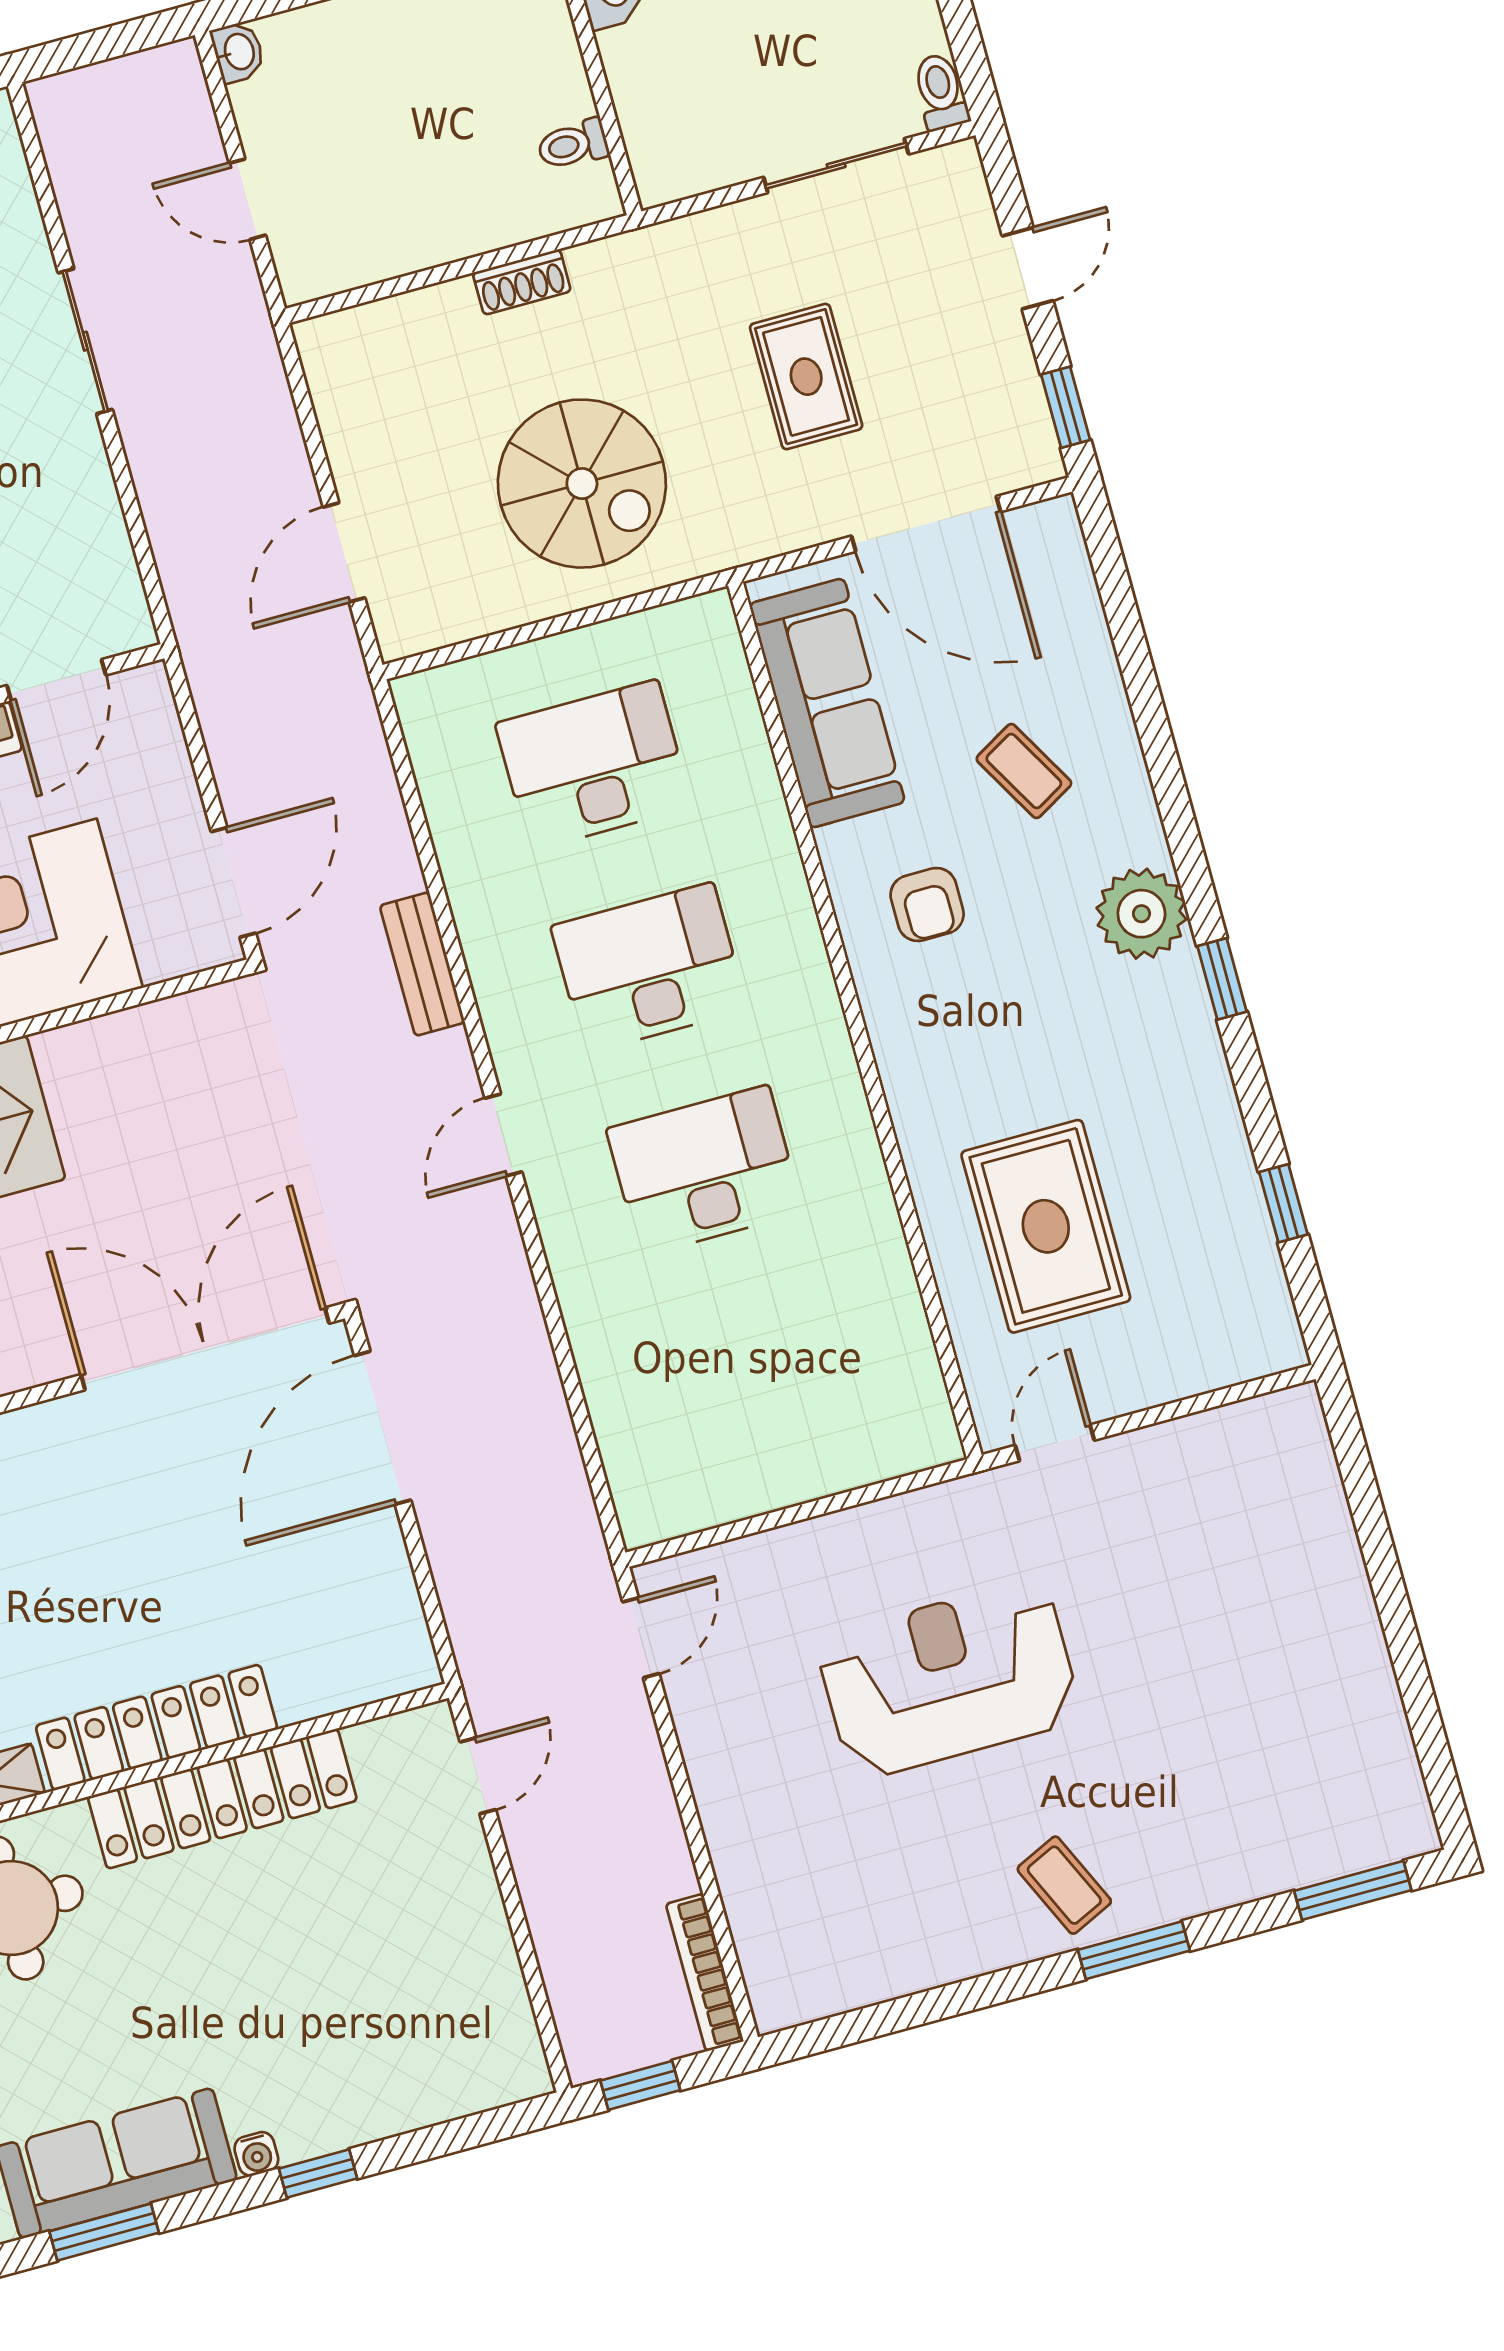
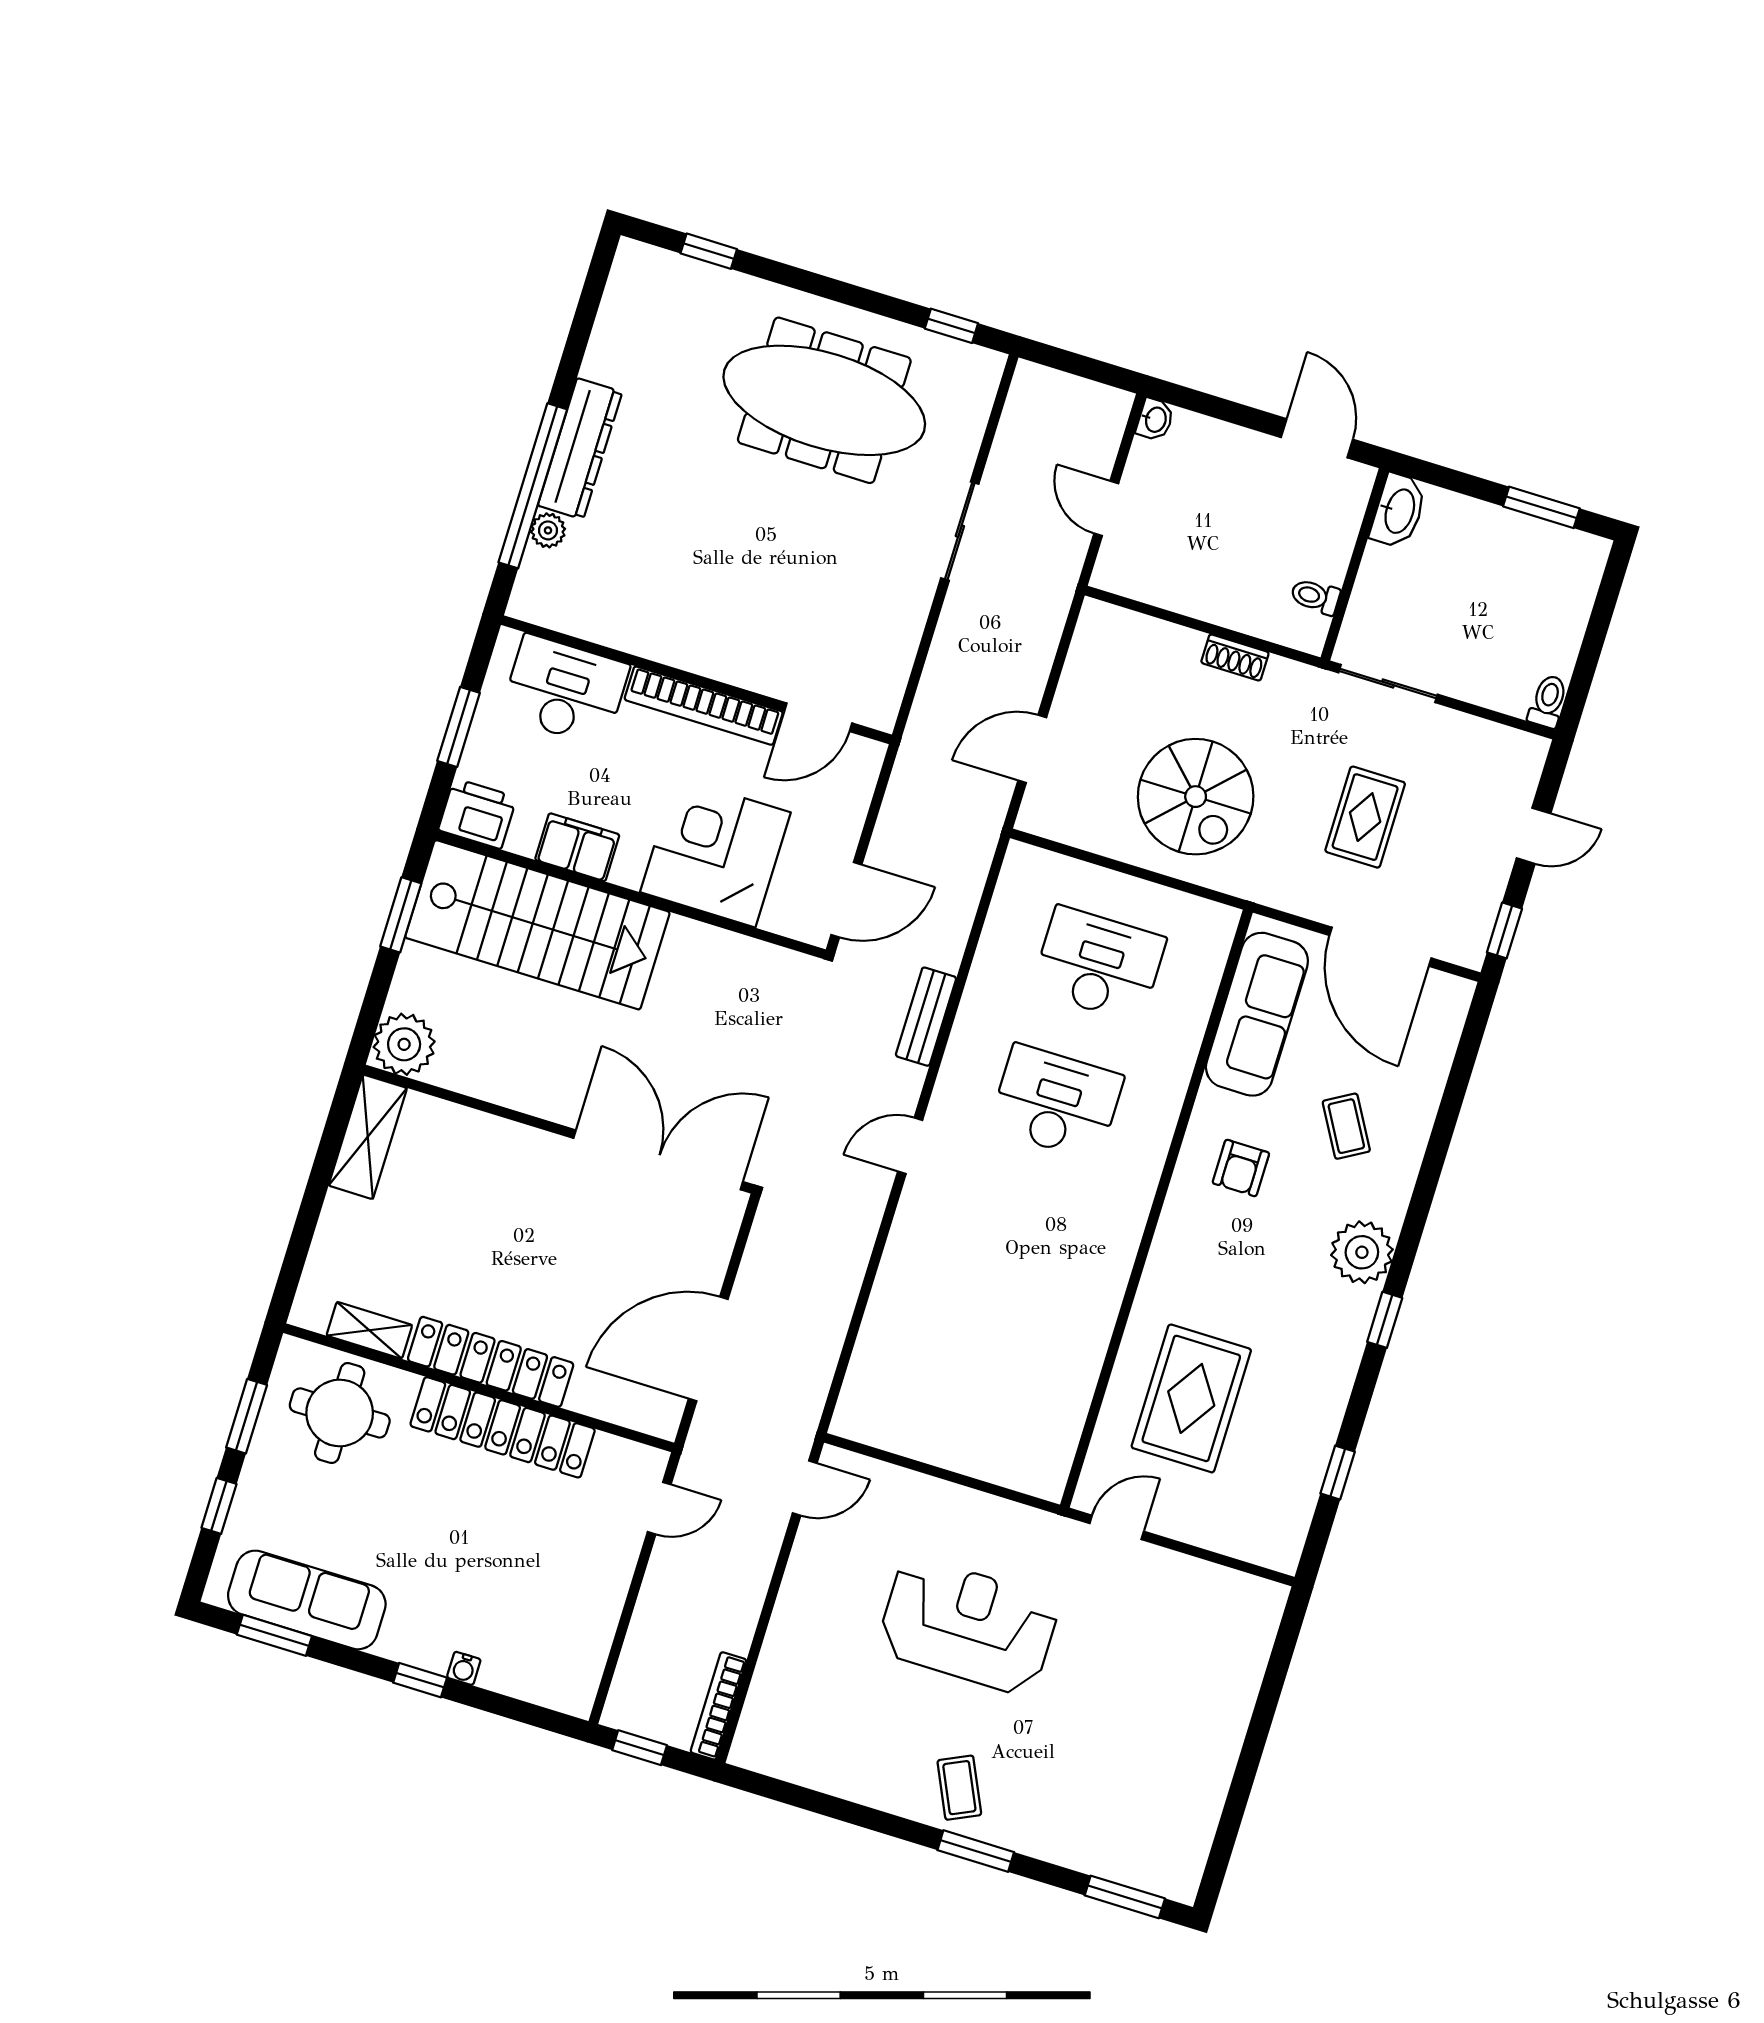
sliding door: (836, 166) -> (1388, 683), moved
desk: (705, 1171) -> (1014, 1240), removed
door: (383, 1428) -> (708, 1349), moved
water cooler: (256, 2154) -> (464, 1668), moved

